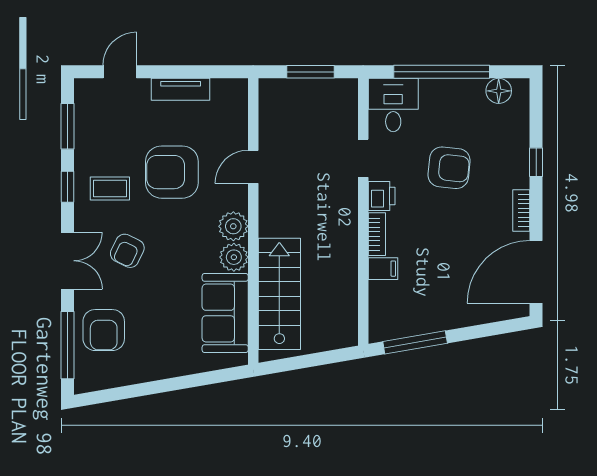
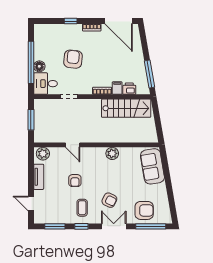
floor lamp: (499, 91) -> (39, 66), moved
armchair: (172, 172) -> (75, 181), width x0.53, depth x0.53
printer: (382, 196) -> (129, 89), moved
plant: (233, 226) -> (43, 154), moved
stairs: (279, 294) -> (126, 108), moved, turned 180
sofa: (225, 313) -> (152, 166), moved, turned 80

